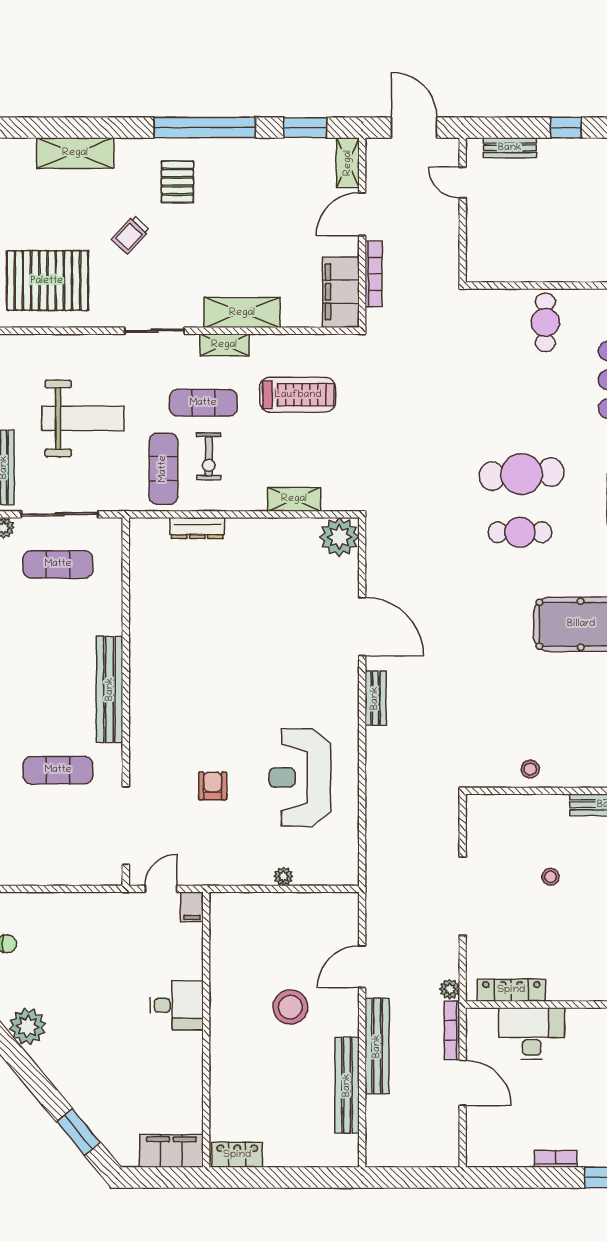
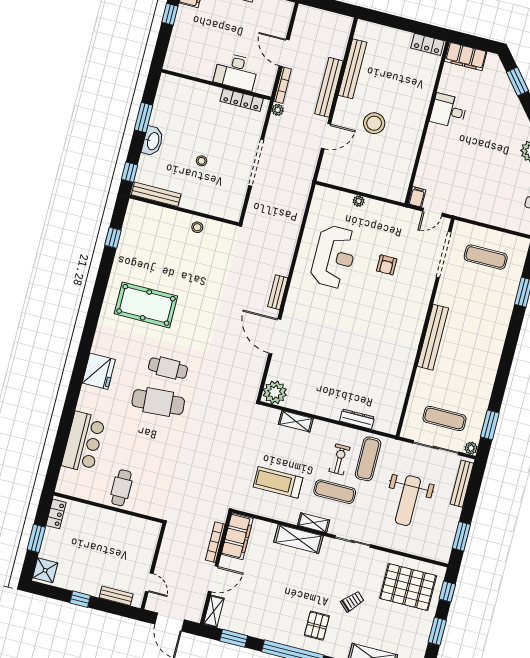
weight bench: (83, 418) -> (408, 501), turned -90
exercise mat: (58, 770) -> (486, 257), moved
desk: (177, 1005) -> (449, 111), moved

